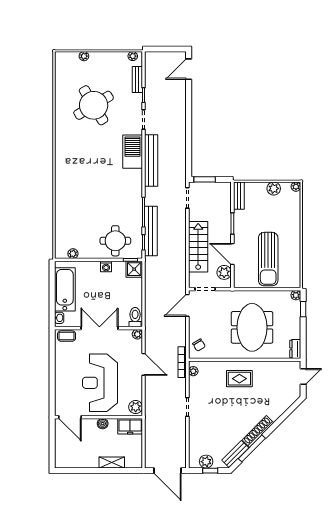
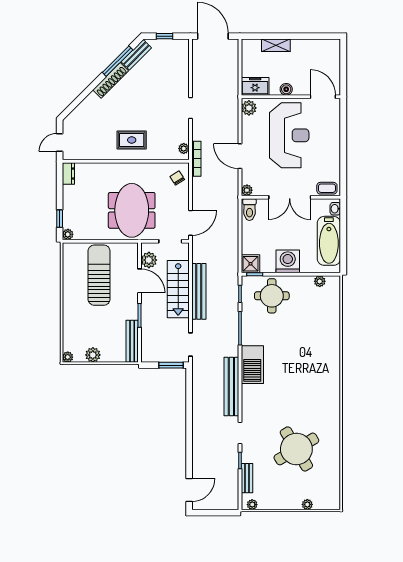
barbecue: (133, 152) -> (252, 365), moved
bench: (239, 196) -> (132, 341), width x1.36
bench: (151, 231) -> (199, 291), moved
washing machine: (106, 266) -> (288, 261), width x1.89, depth x1.89
meeting table: (252, 327) -> (132, 210), moved
plant: (206, 462) -> (169, 46), removed

